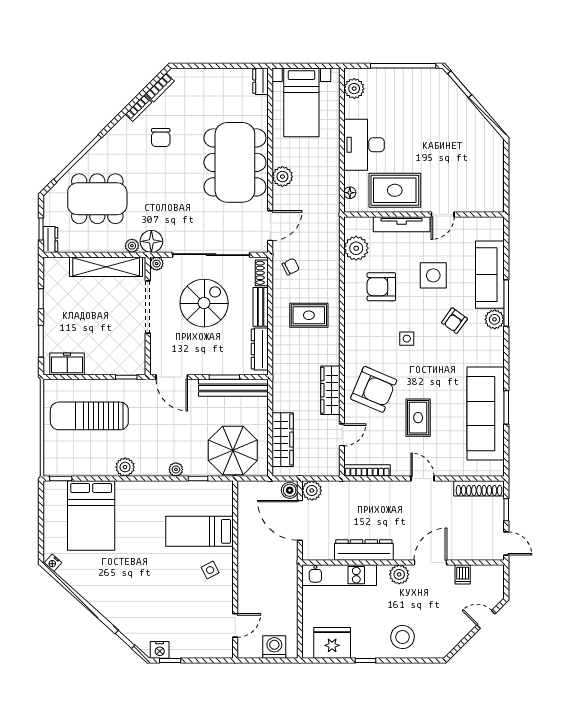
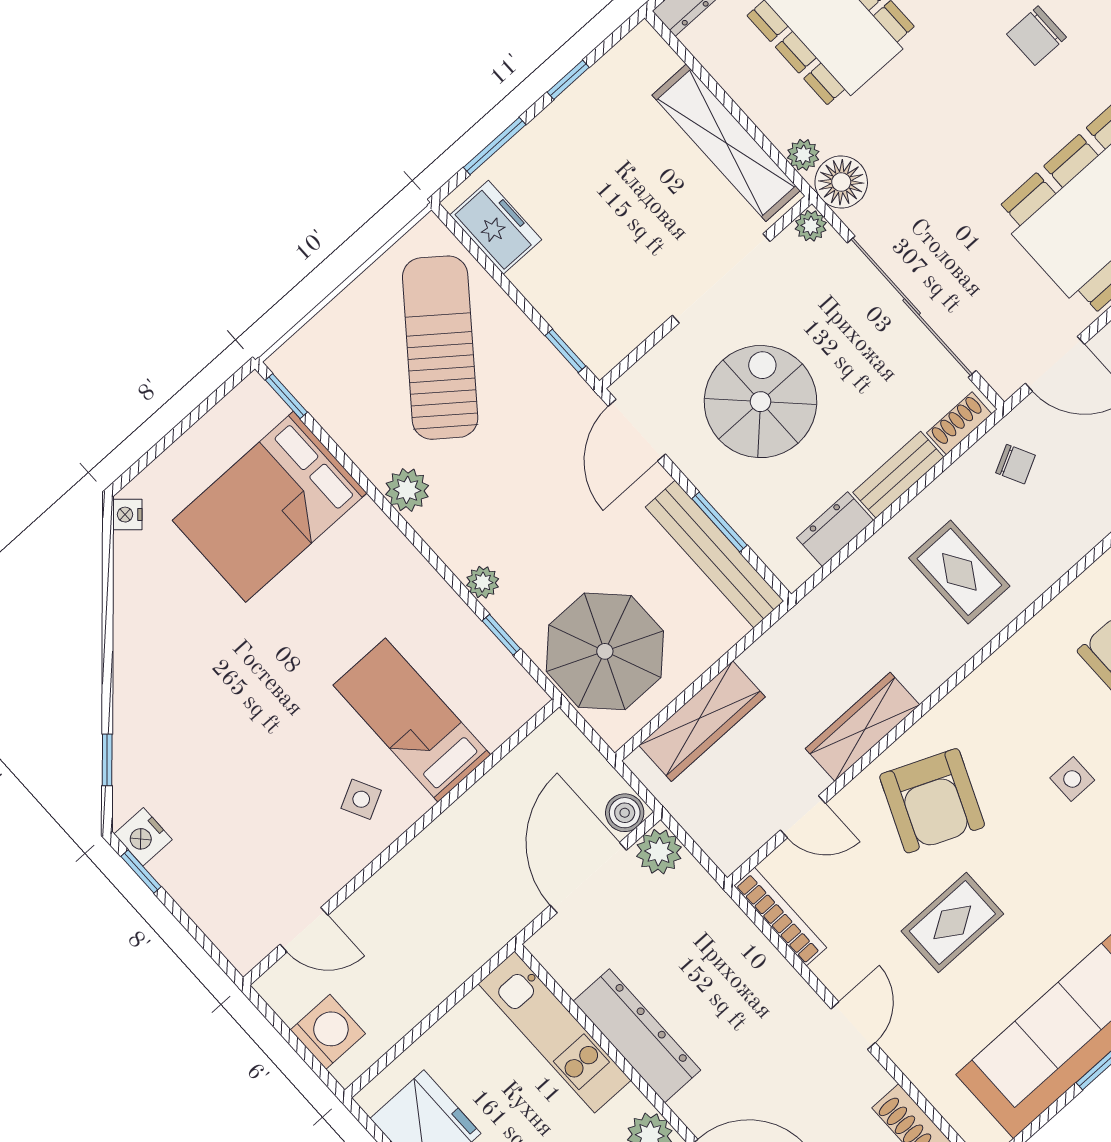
spiral stairs: (204, 303) -> (760, 402), moved, turned -90
dresser: (260, 349) -> (835, 529), width x0.70
sun lounger: (89, 416) -> (440, 348), turned 38

